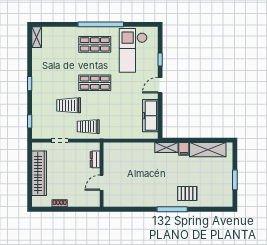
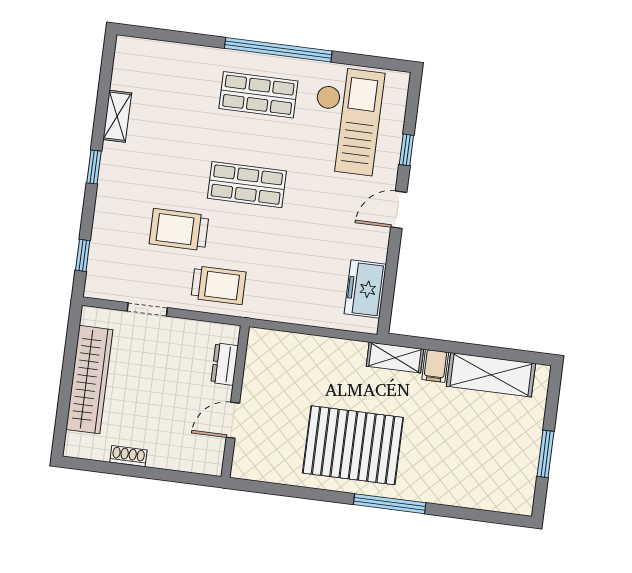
shelving: (37, 37) -> (117, 116), moved
checkout: (133, 50) -> (346, 121), turned 180
freezer: (150, 116) -> (365, 289), width x0.71
trolley: (88, 127) -> (218, 285), turned 180
pallet: (187, 193) -> (353, 445), moved, width x2.05, depth x2.00

